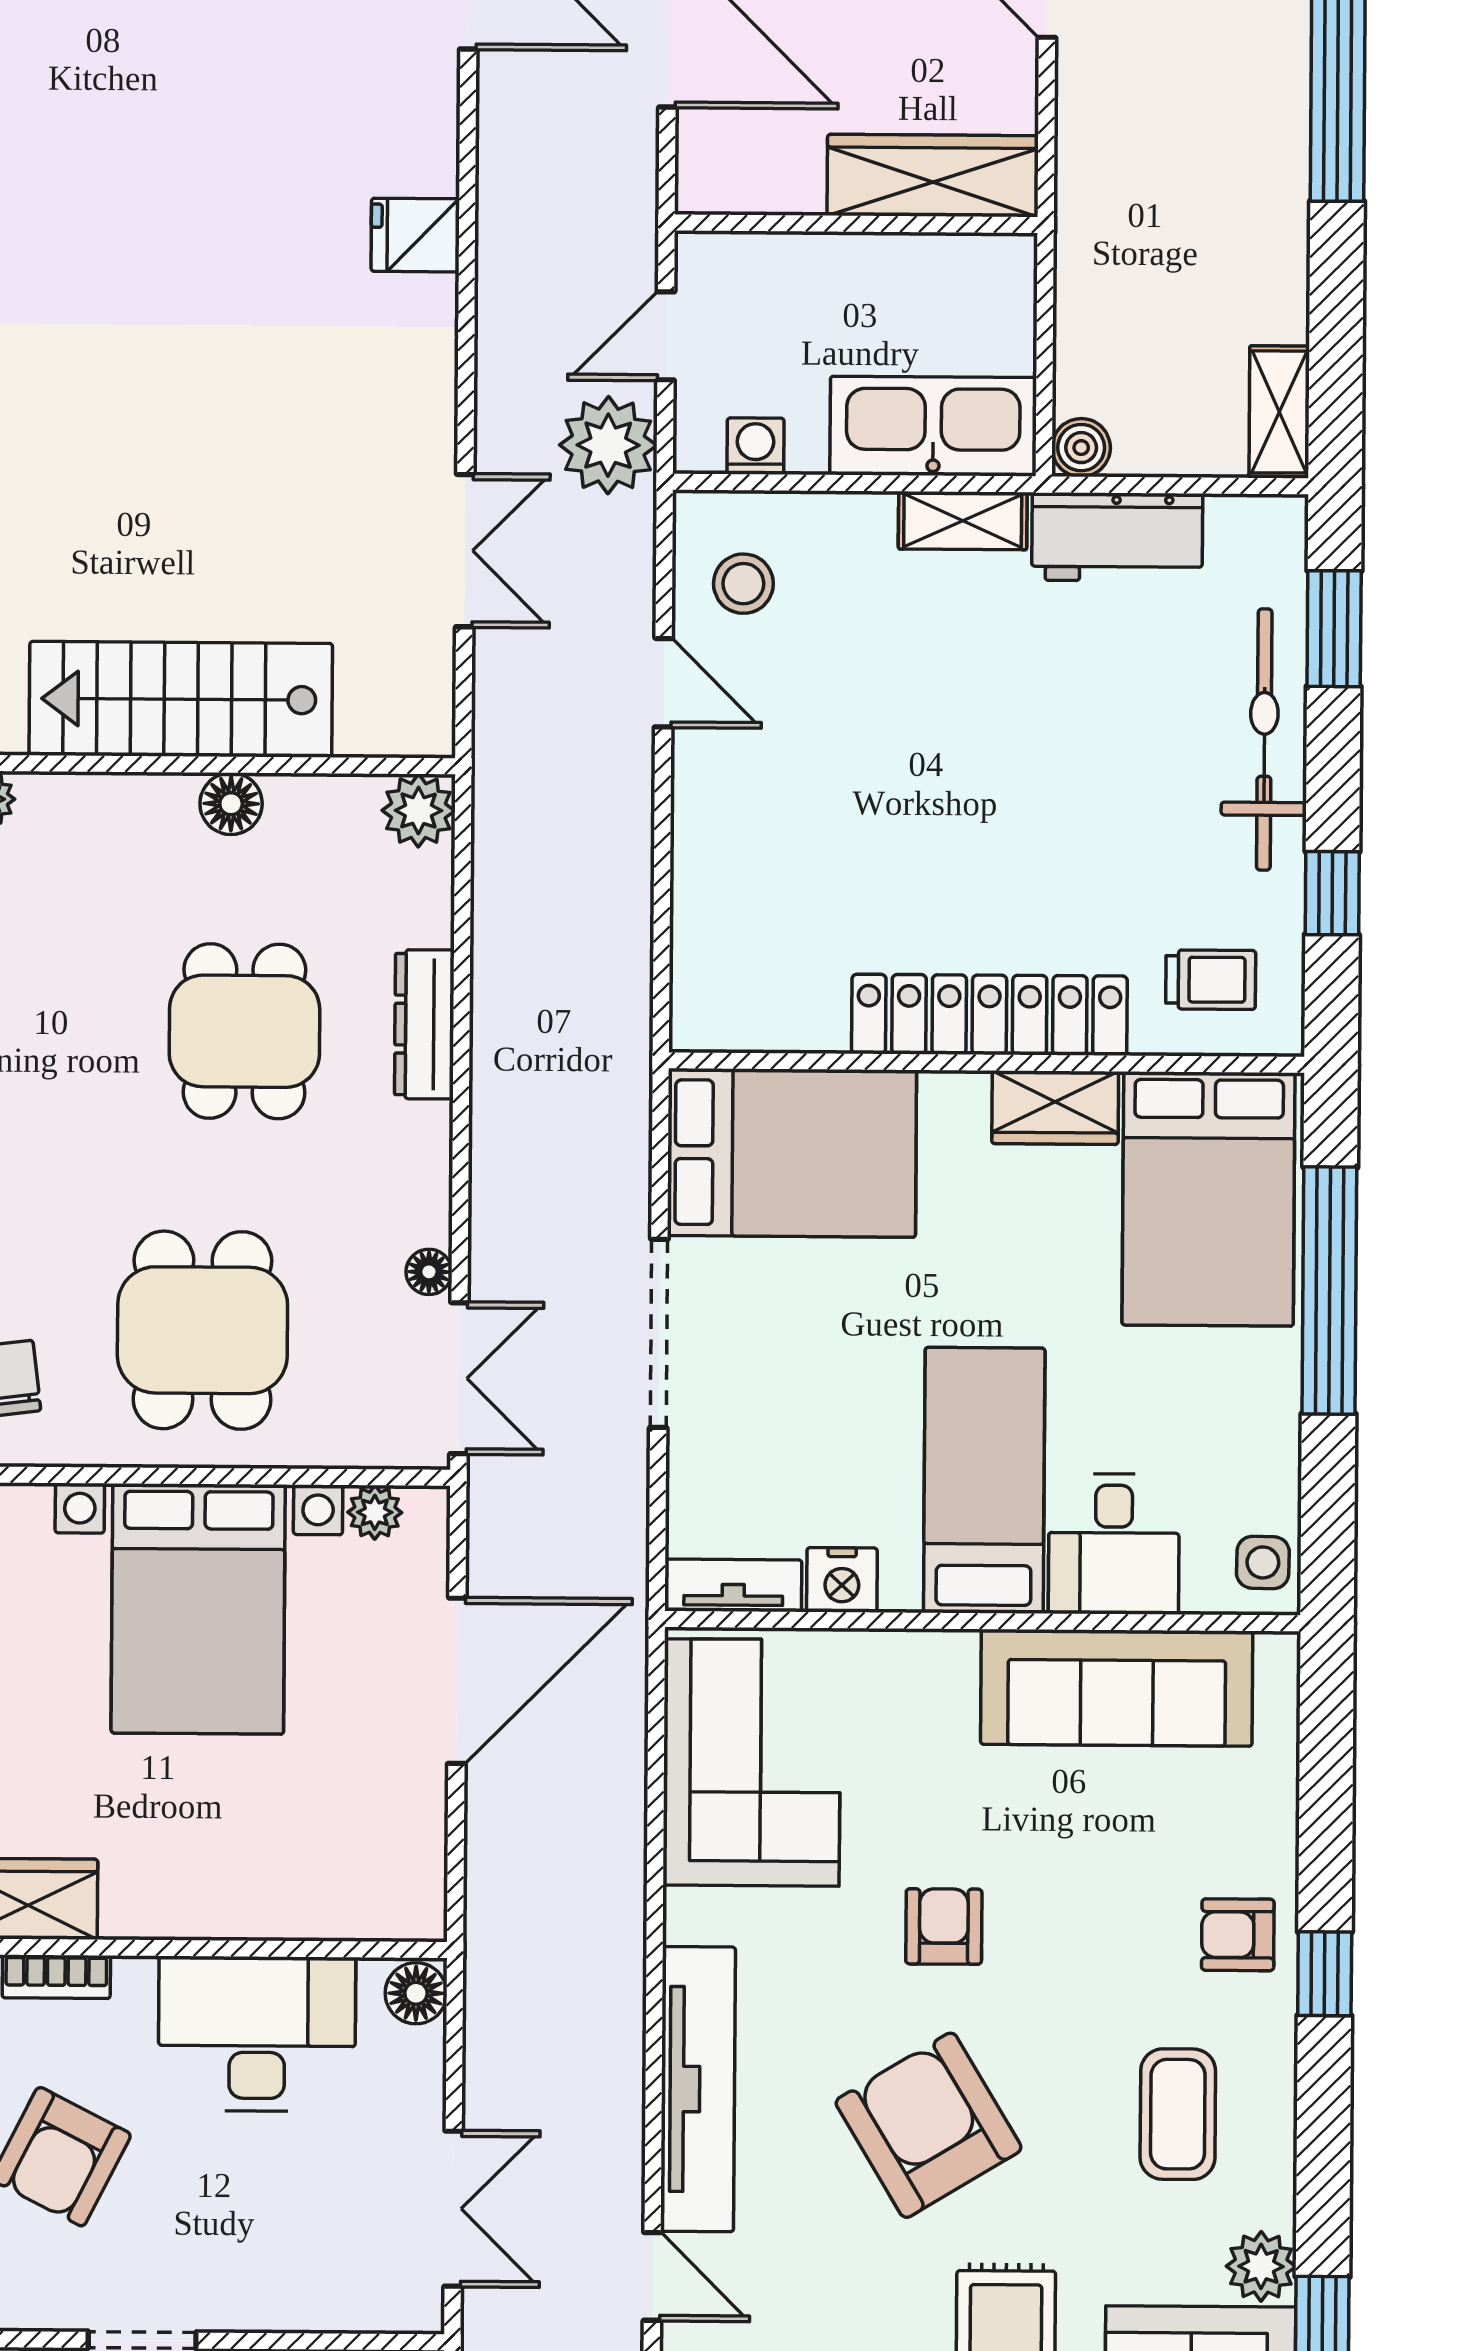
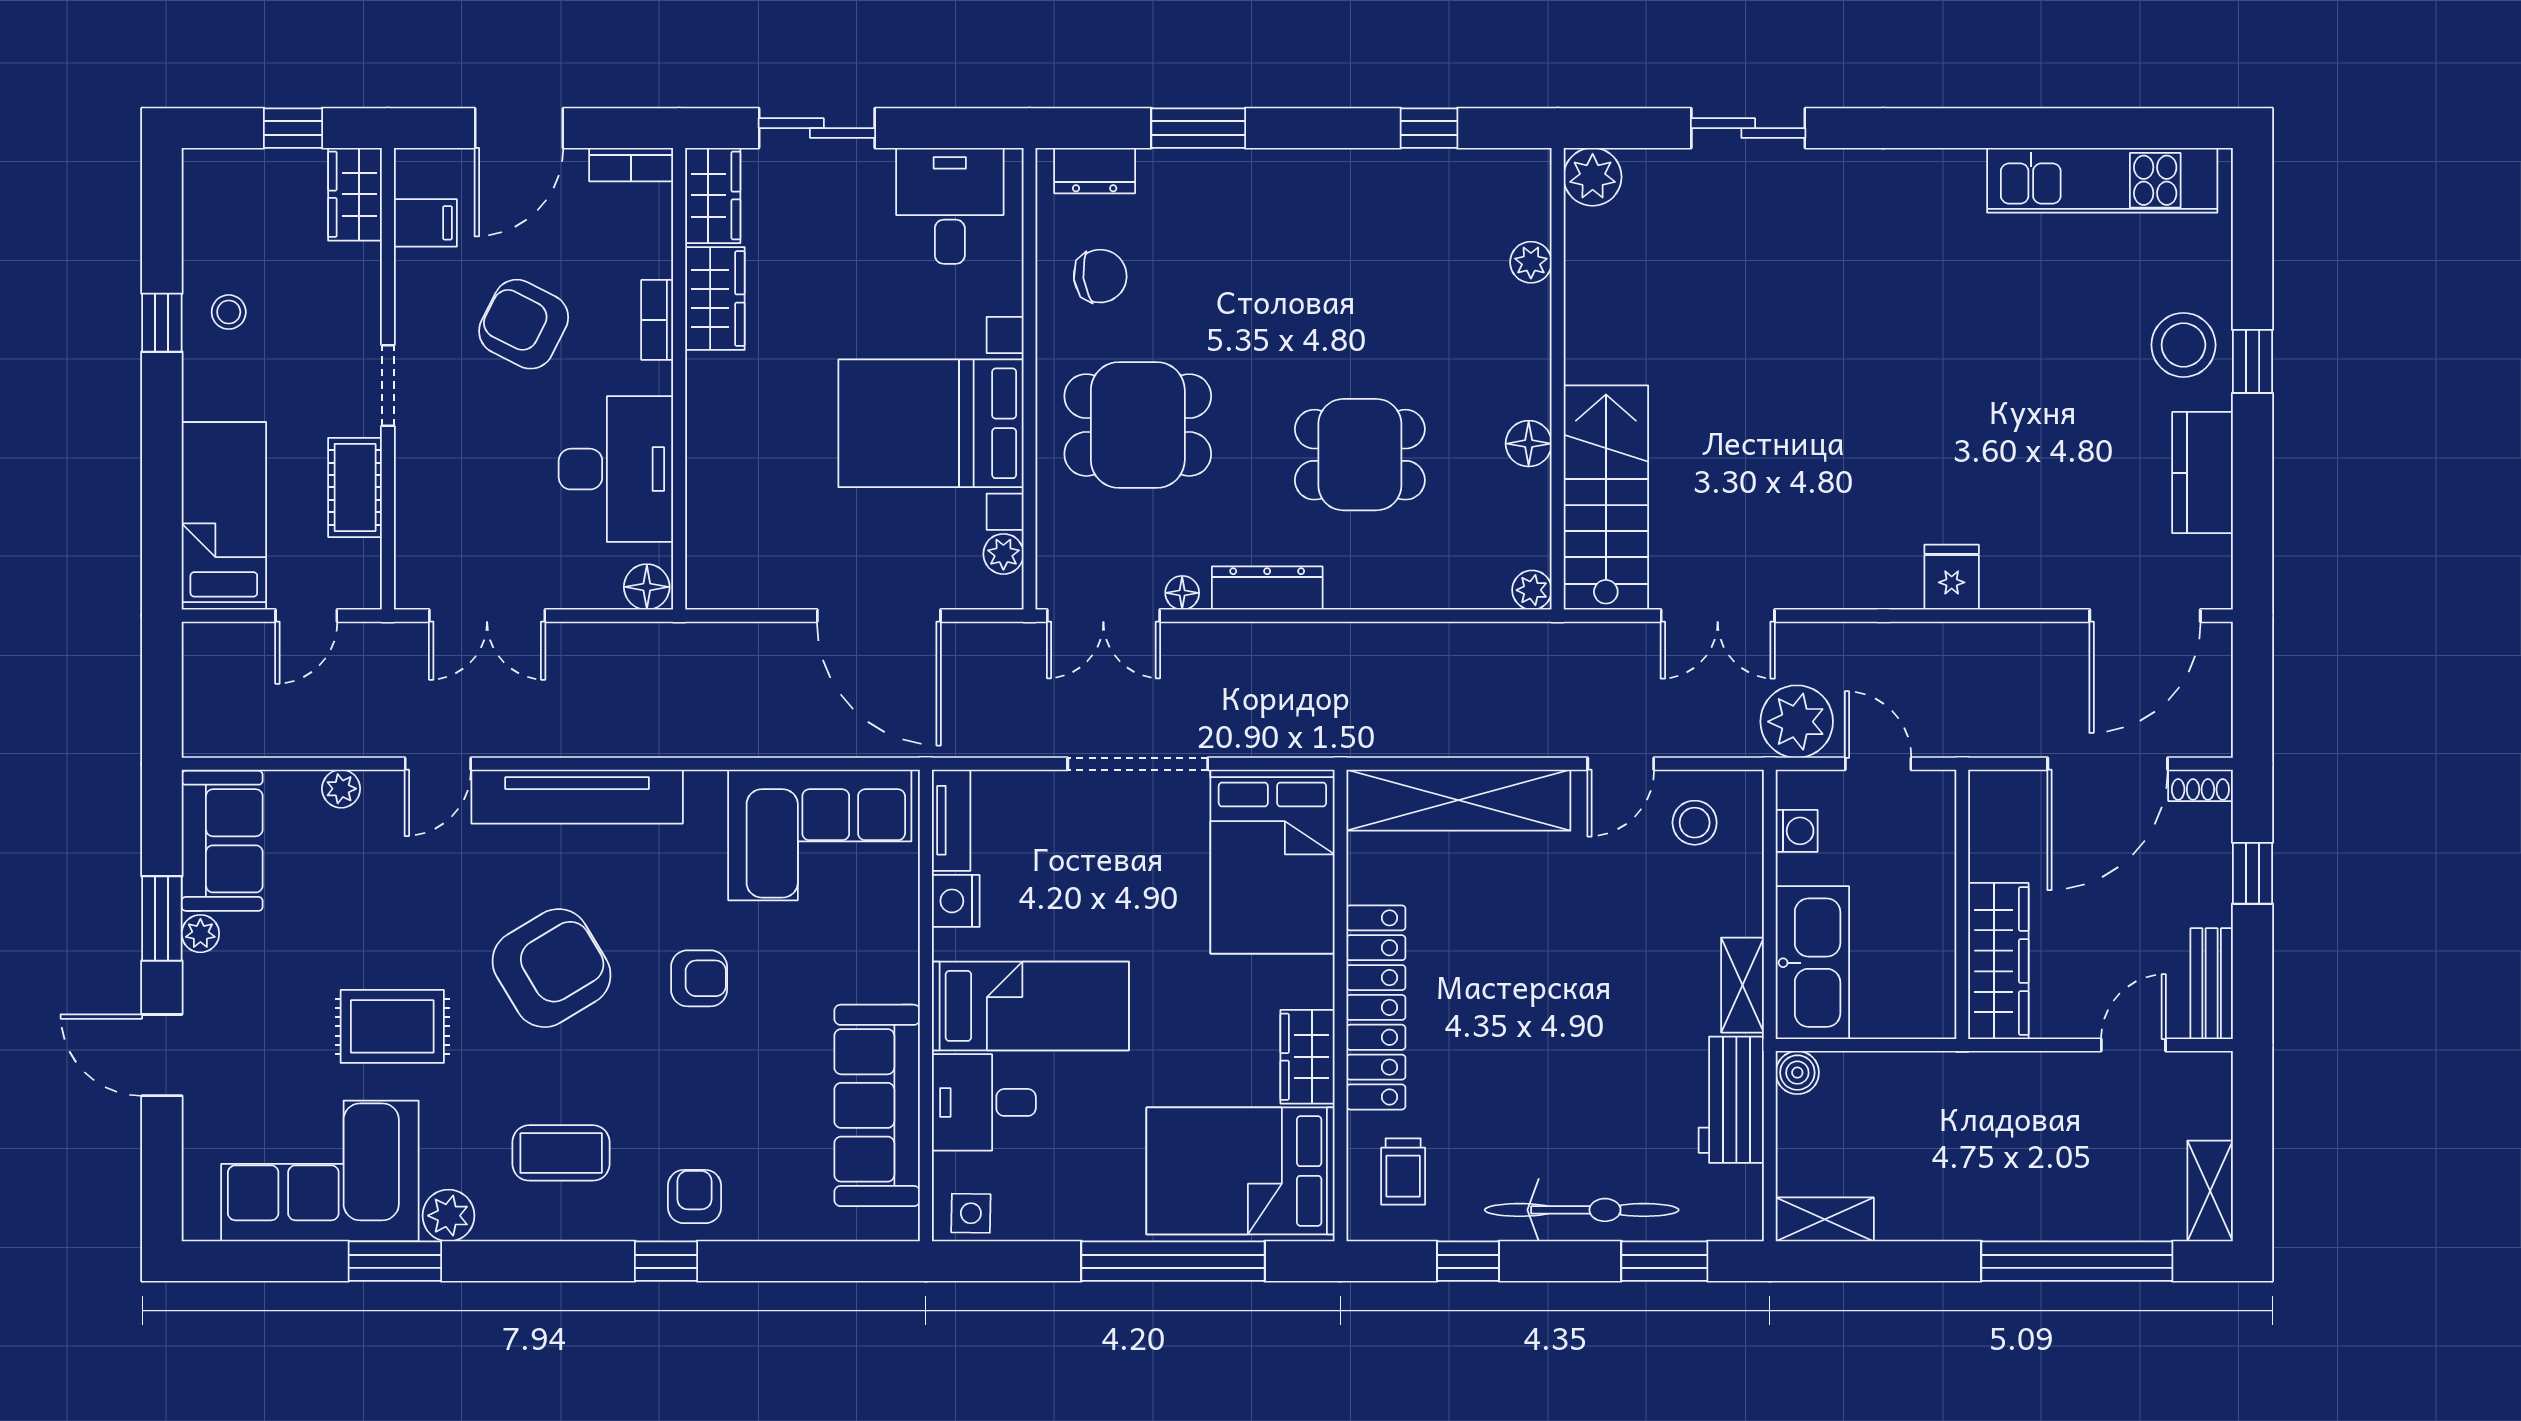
stairs: (181, 699) -> (1606, 498), moved
plant: (418, 811) -> (1532, 590), width x0.73, depth x0.73
shelving: (711, 902) -> (1458, 800), added
dresser: (424, 1024) -> (1267, 588), moved

